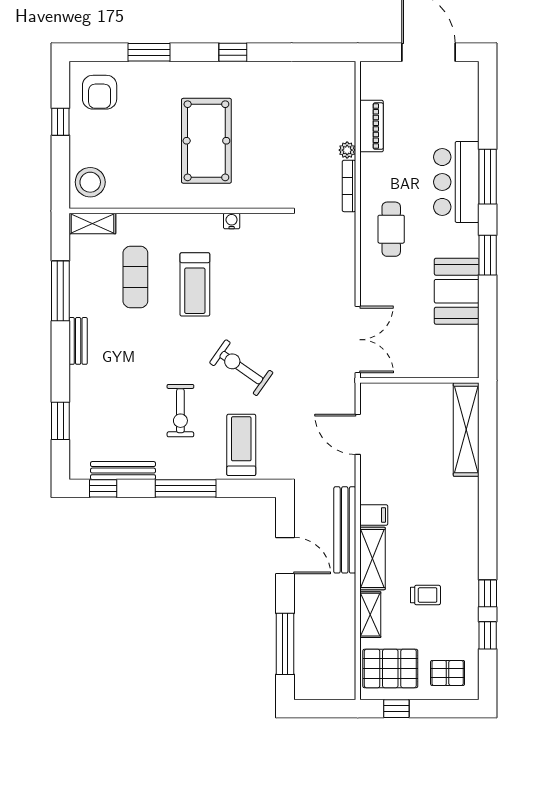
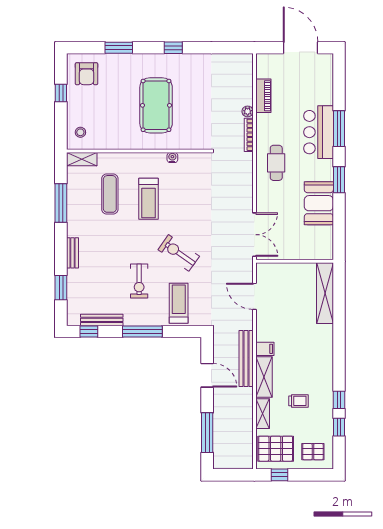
stool: (90, 182) -> (80, 132), width x0.53, depth x0.53
bench: (78, 341) -> (73, 253), moved

